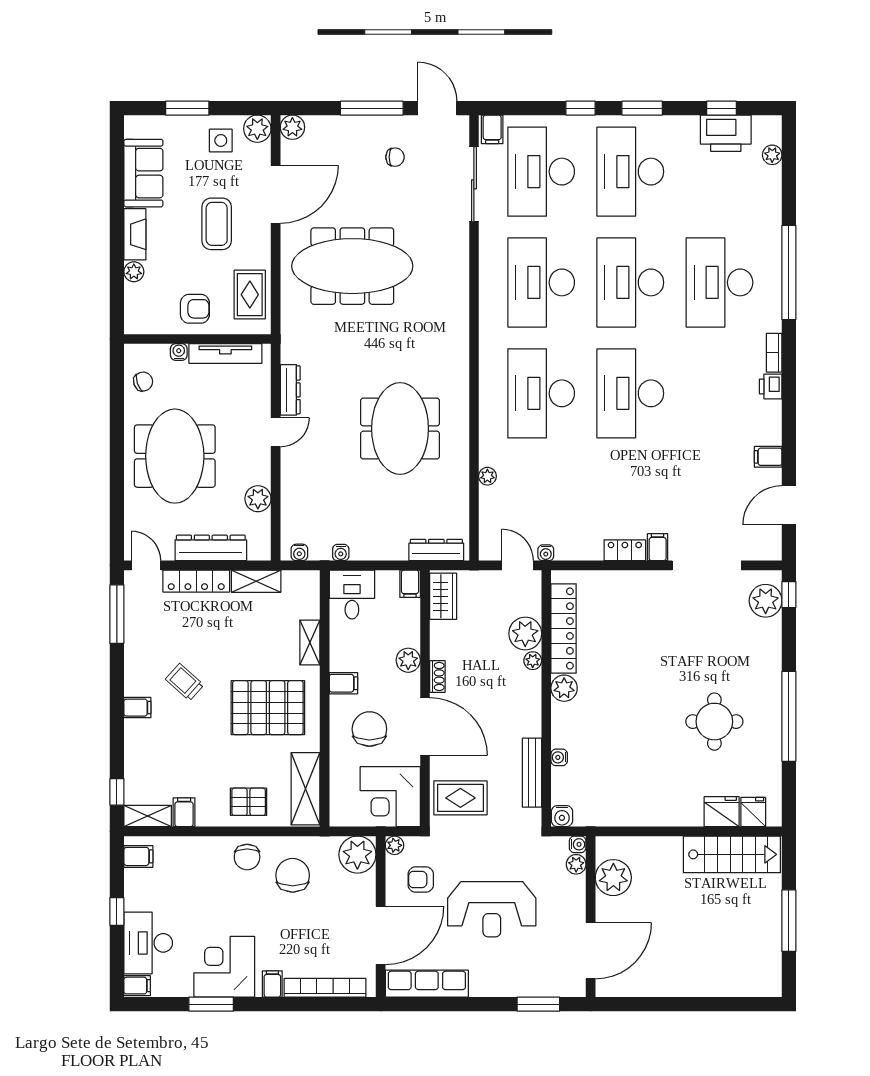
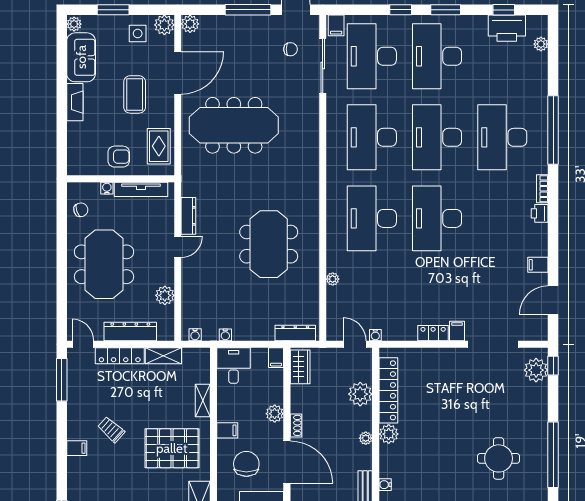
chair: (395, 157) -> (290, 49), moved
plant: (134, 272) -> (74, 24), moved
plant: (533, 661) -> (366, 438), moved

